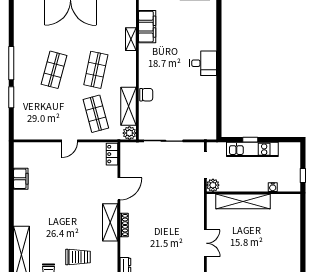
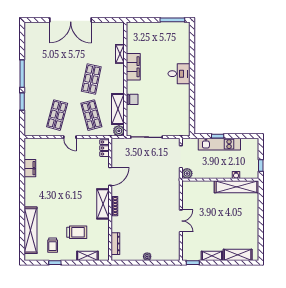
filing cabinet: (147, 27) -> (133, 67), moved
shop shelf: (54, 70) -> (57, 115), moved
door: (70, 141) -> (70, 137), hinge flipped
shelving: (243, 201) -> (237, 187), moved

